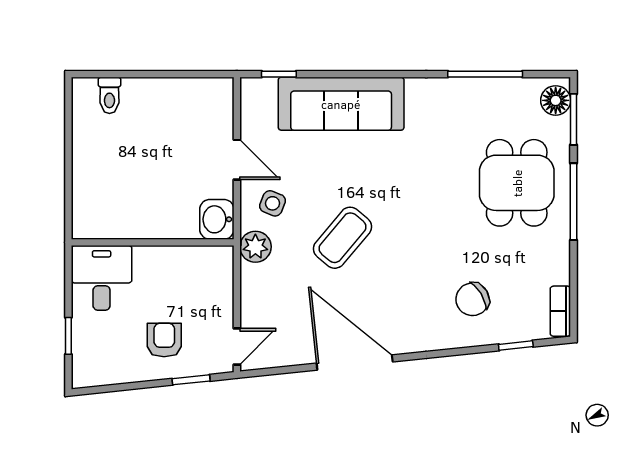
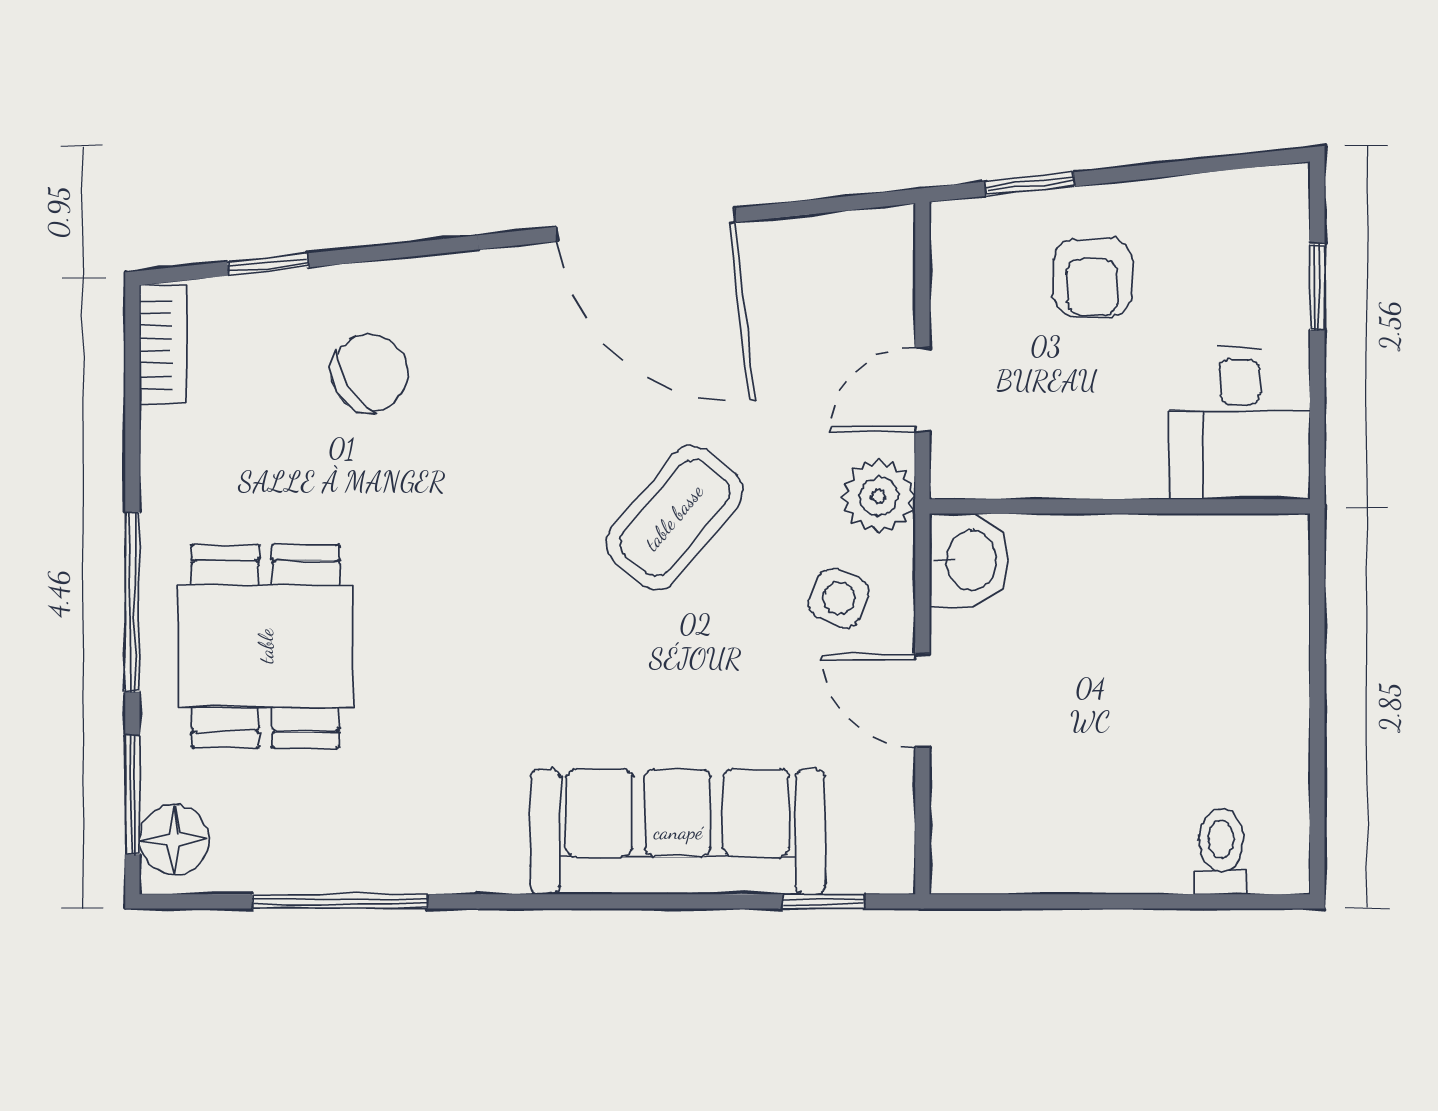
door: (237, 347) -> (922, 390), moved

